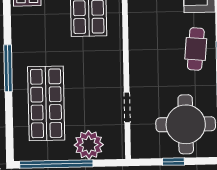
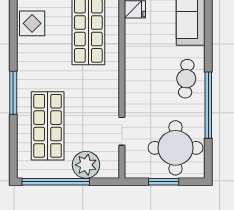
window: (173, 162) -> (164, 182), width x1.50

